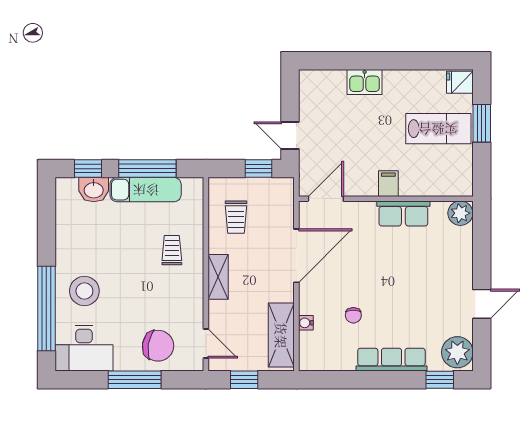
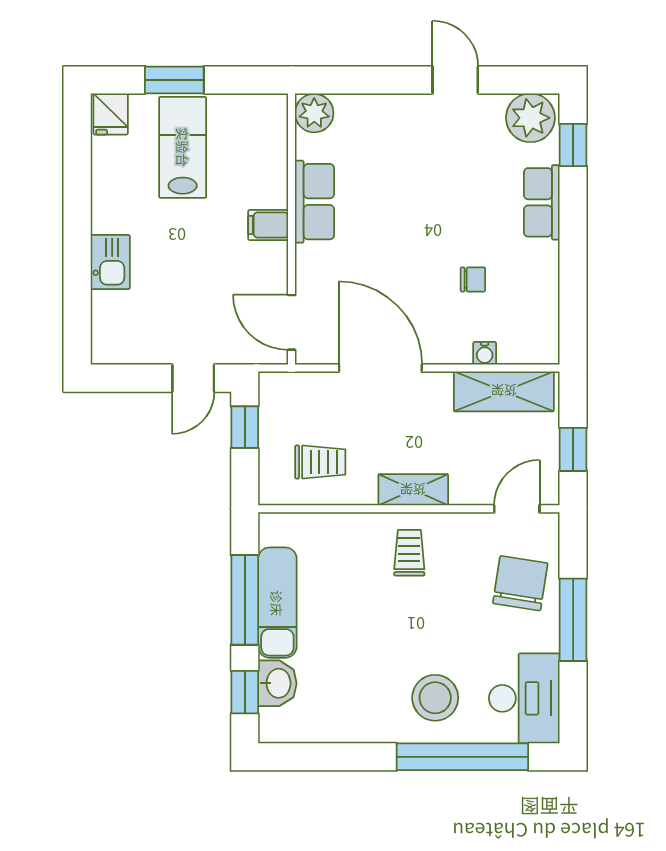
trolley: (172, 250) -> (409, 553), moved, turned 90
row of seats: (391, 360) -> (542, 202), width x0.68

